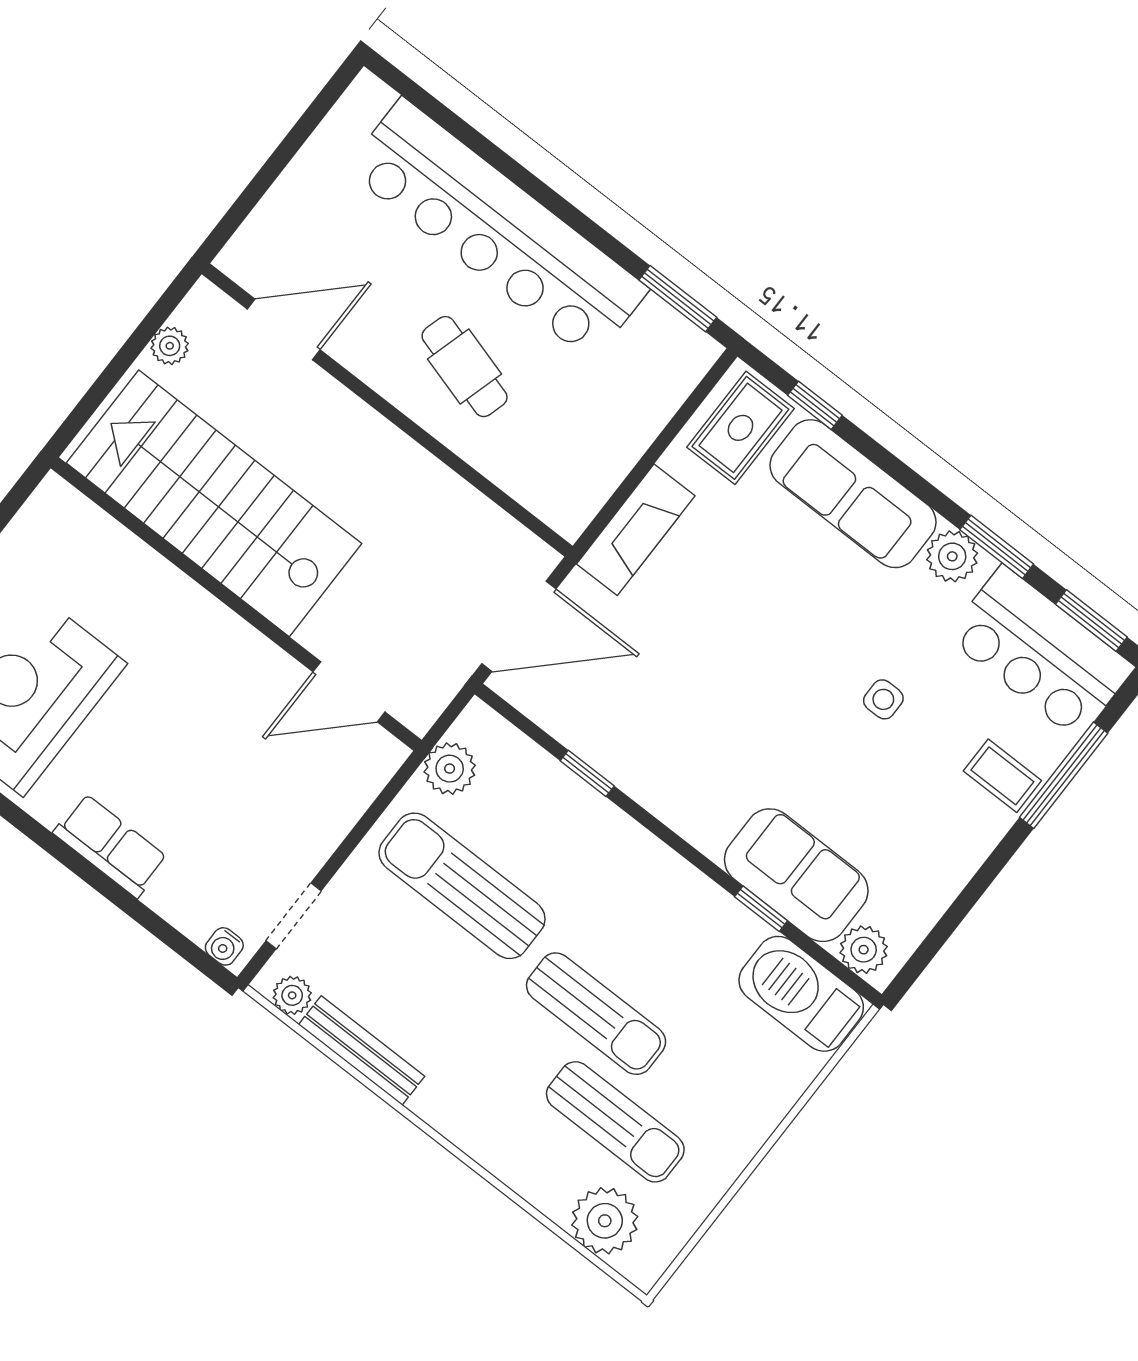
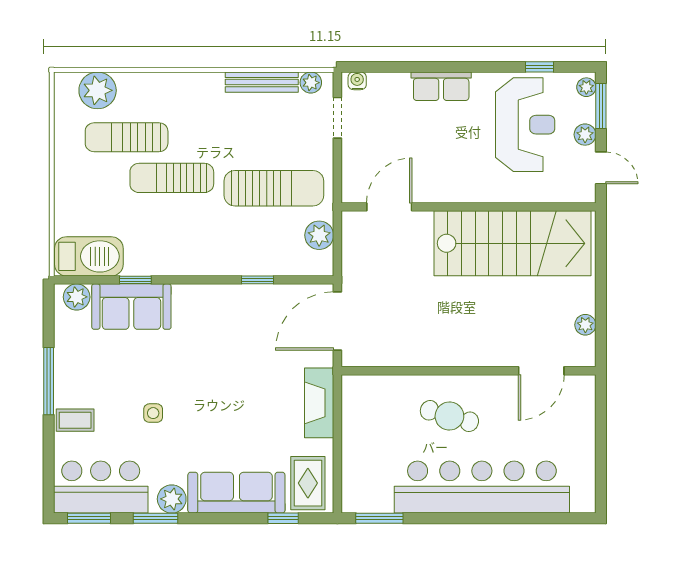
stairs: (214, 503) -> (512, 243), moved
wall: (236, 604) -> (468, 207), moved
door: (349, 692) -> (389, 207), moved
window: (1064, 775) -> (49, 381), moved

